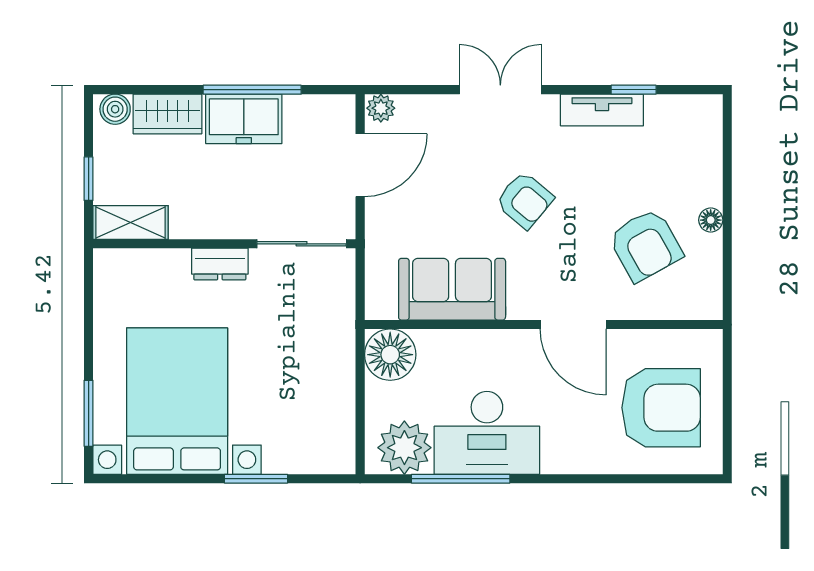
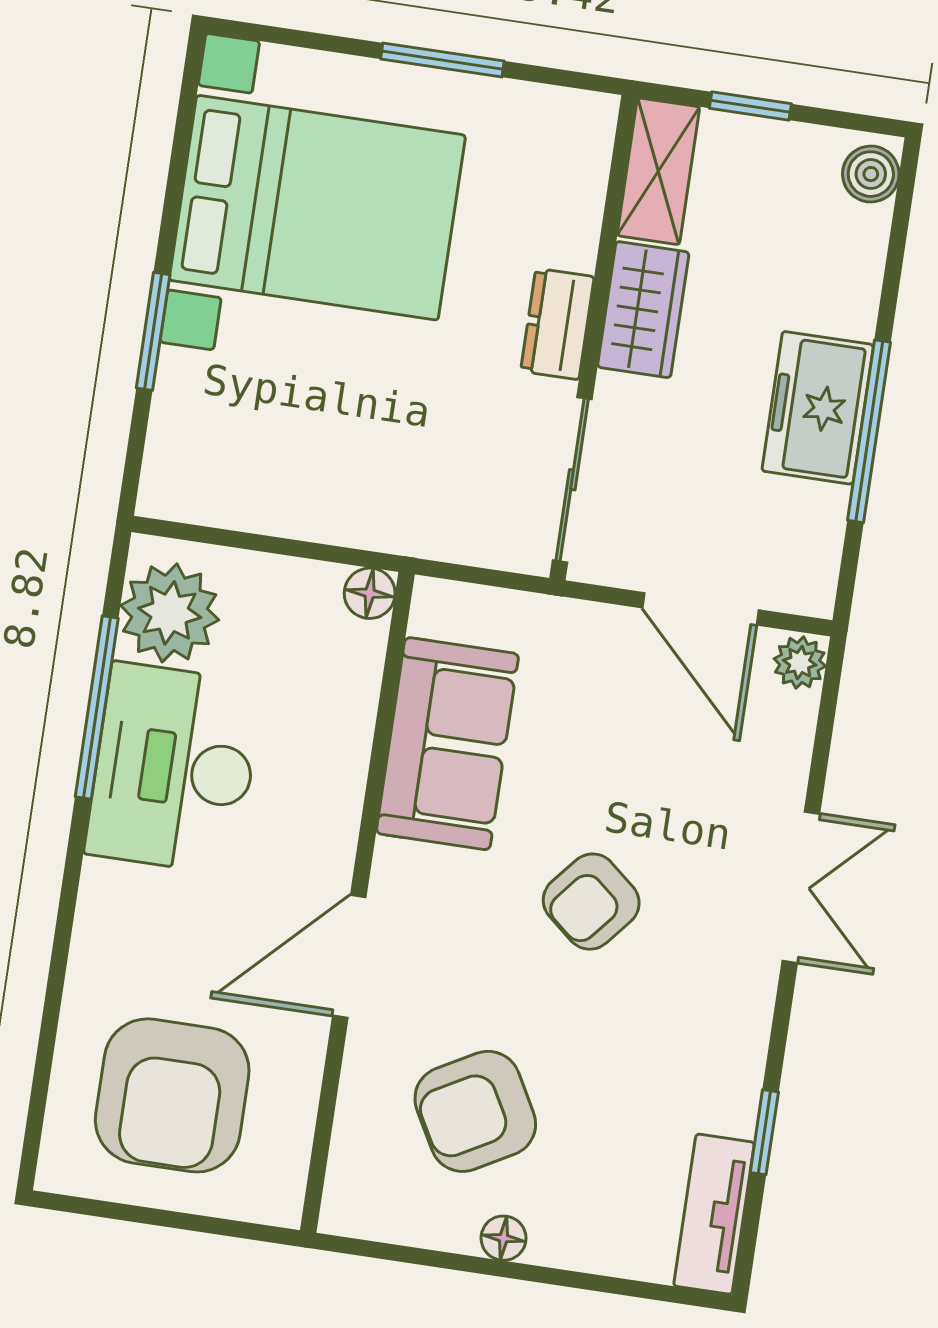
tv unit: (602, 110) -> (714, 1214), moved
wardrobe: (167, 114) -> (643, 310), moved, turned 180
floor lamp: (390, 355) -> (370, 593), width x0.53, depth x0.53
window: (89, 413) -> (442, 60), moved

